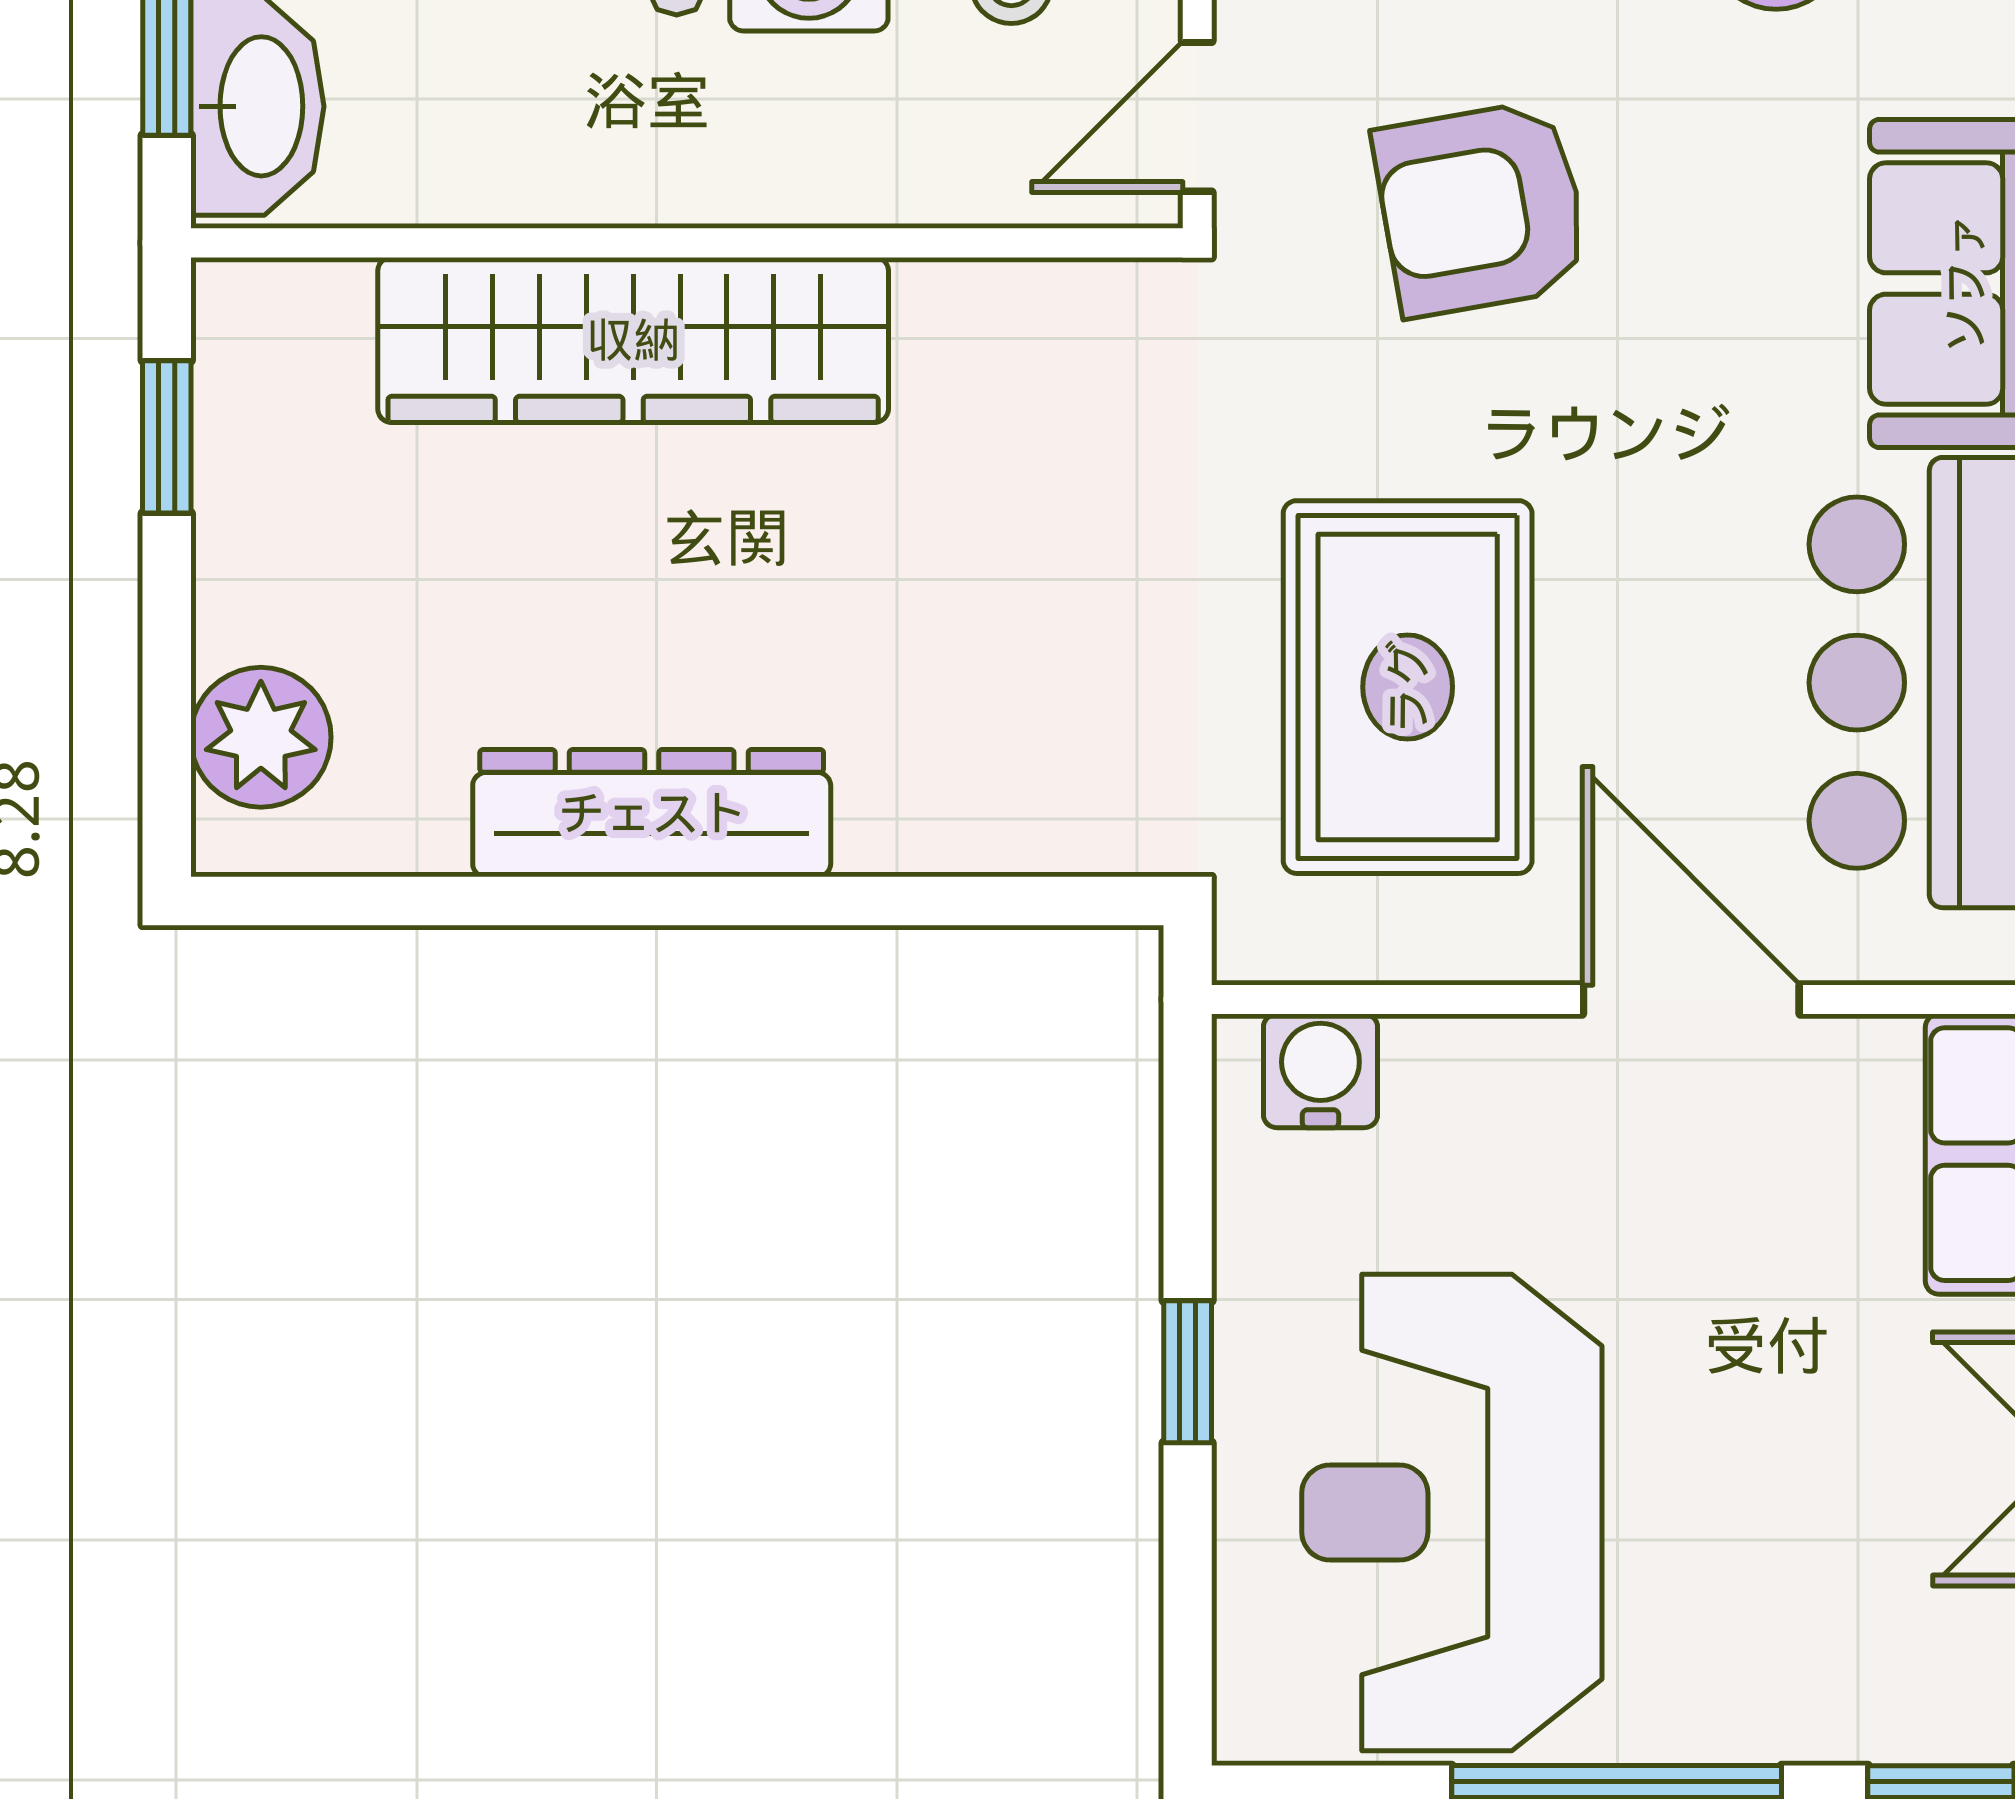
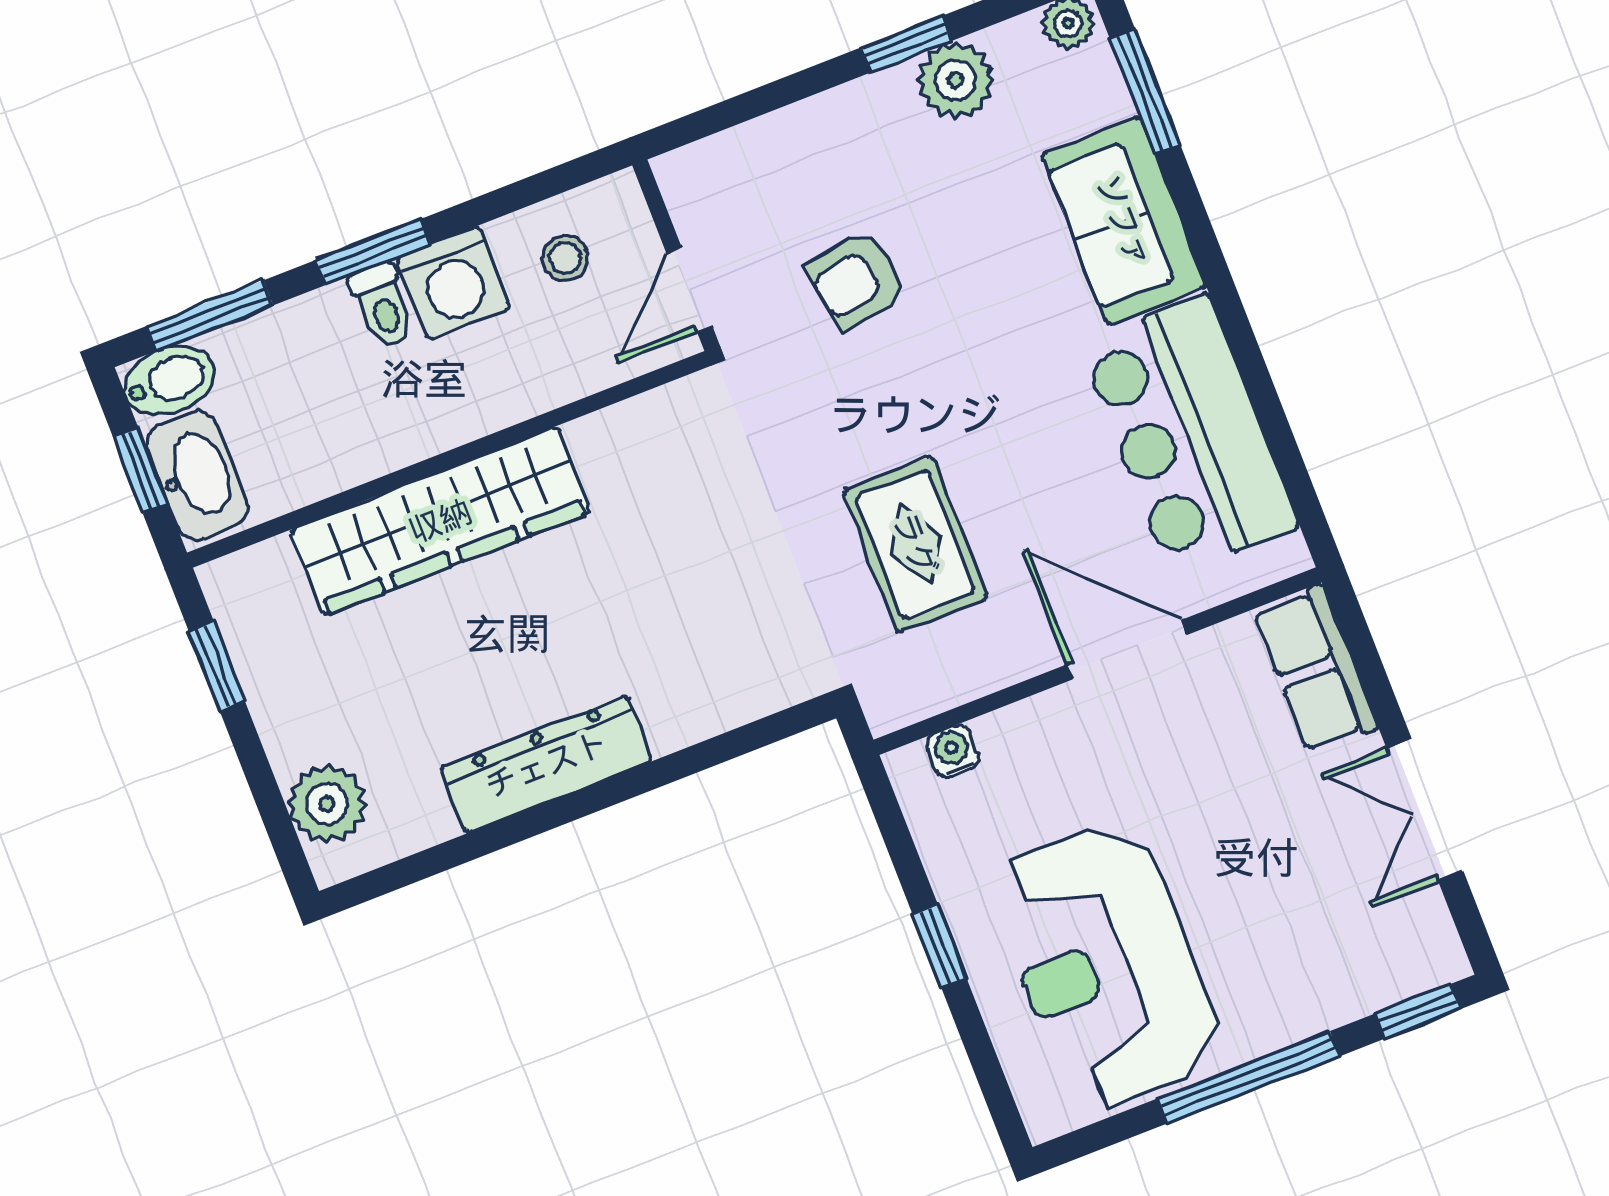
armchair: (1481, 209) -> (856, 280), width x0.72, depth x0.72
rug: (1408, 687) -> (915, 544), width x0.73, depth x0.70
water cooler: (1320, 1071) -> (953, 751), width x0.72, depth x0.72

